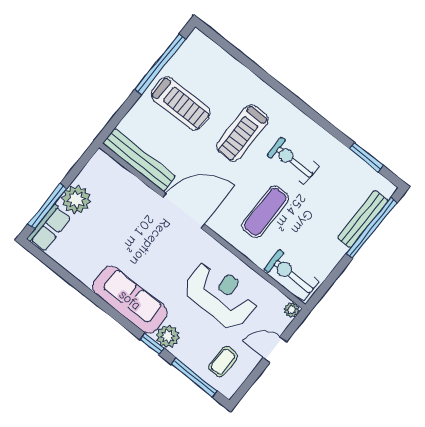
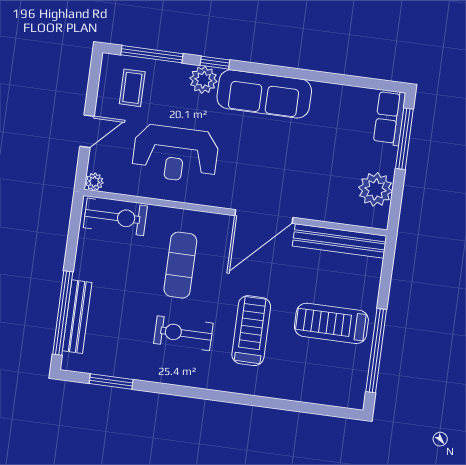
exercise bike: (293, 161) -> (183, 333), turned 180
plant: (76, 200) -> (376, 189), moved

